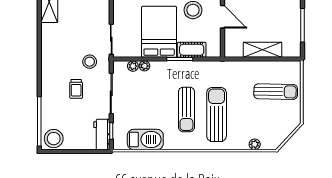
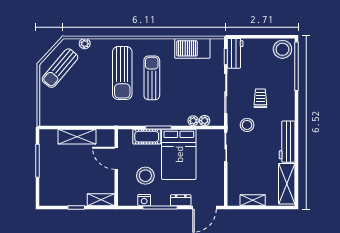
door: (223, 17) -> (116, 158), moved
workbench: (49, 45) -> (287, 142), added
sun lounger: (276, 92) -> (60, 68), moved, turned -51

